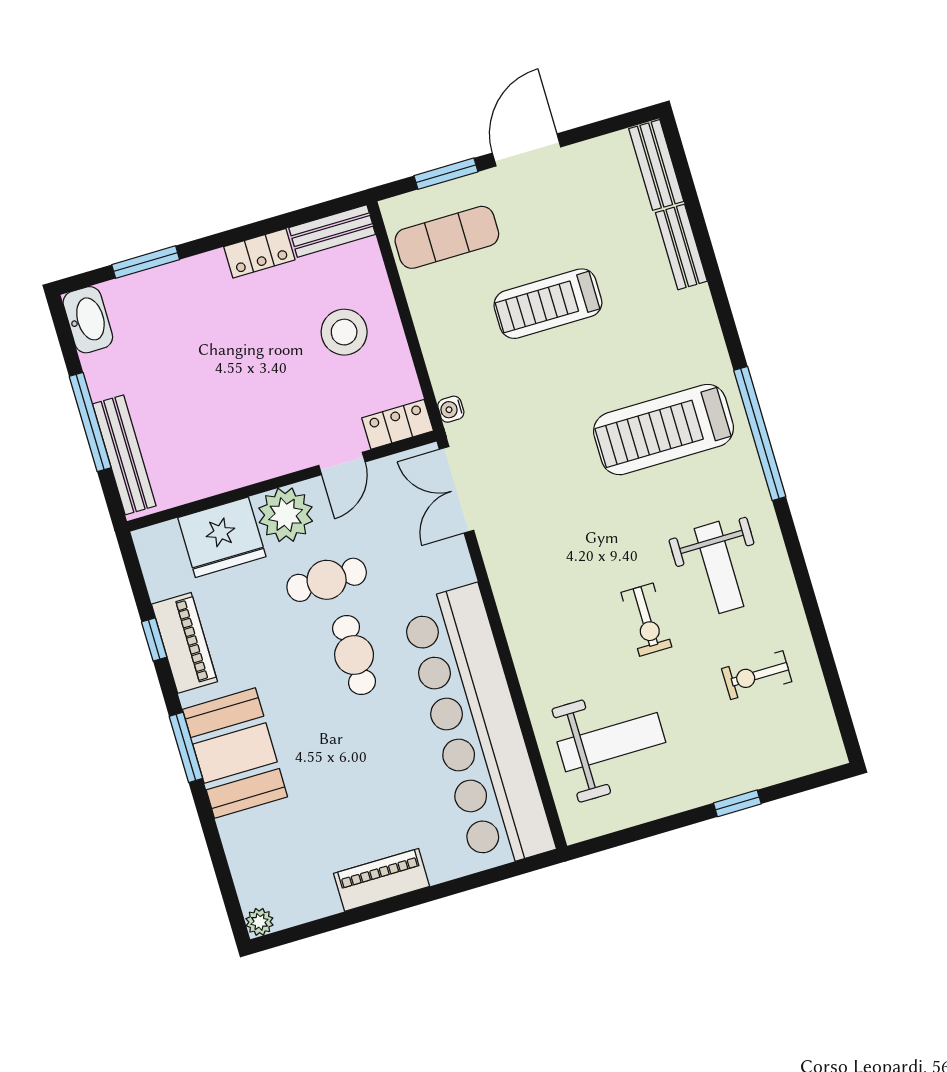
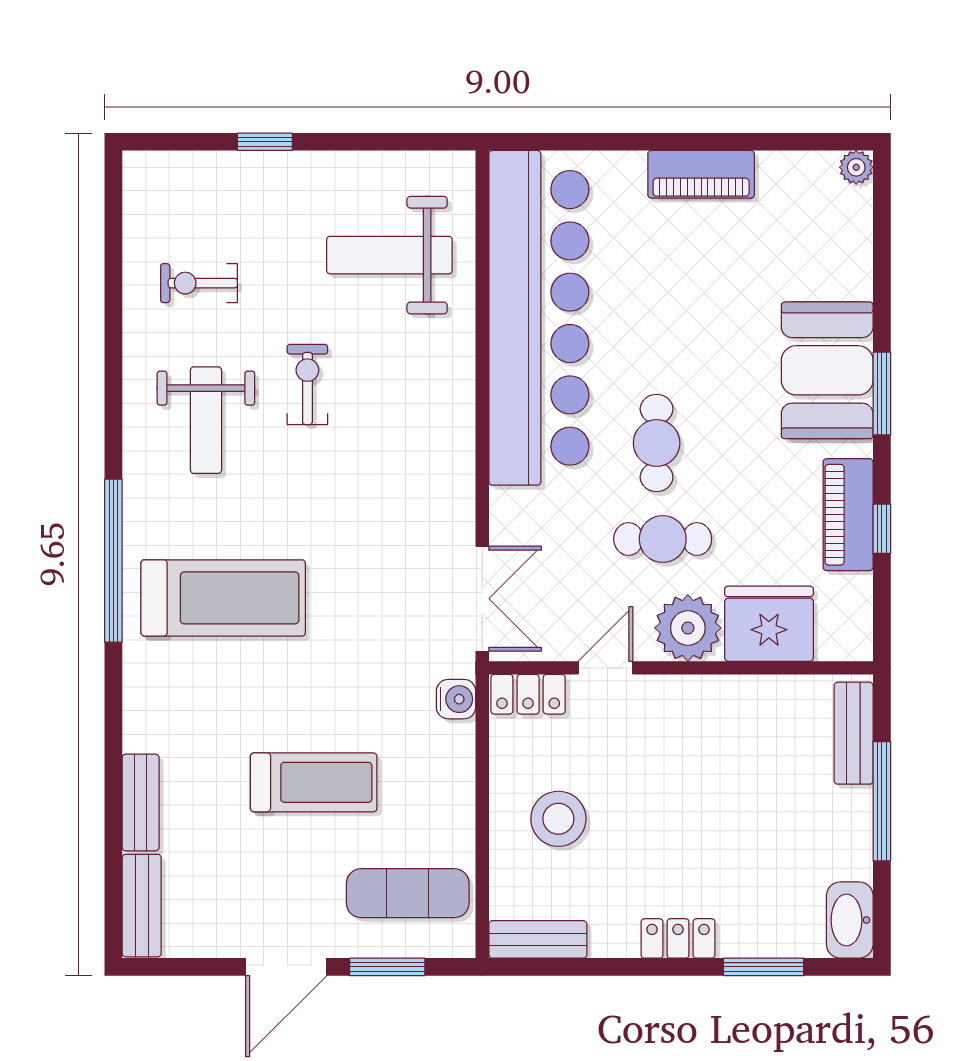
locker: (259, 253) -> (678, 938), moved
water cooler: (451, 409) -> (456, 699), width x1.38, depth x1.38
bench: (124, 455) -> (854, 733), width x0.73
weight bench: (719, 567) -> (206, 420), turned 180
exercise bike: (757, 675) -> (199, 283), turned 180

